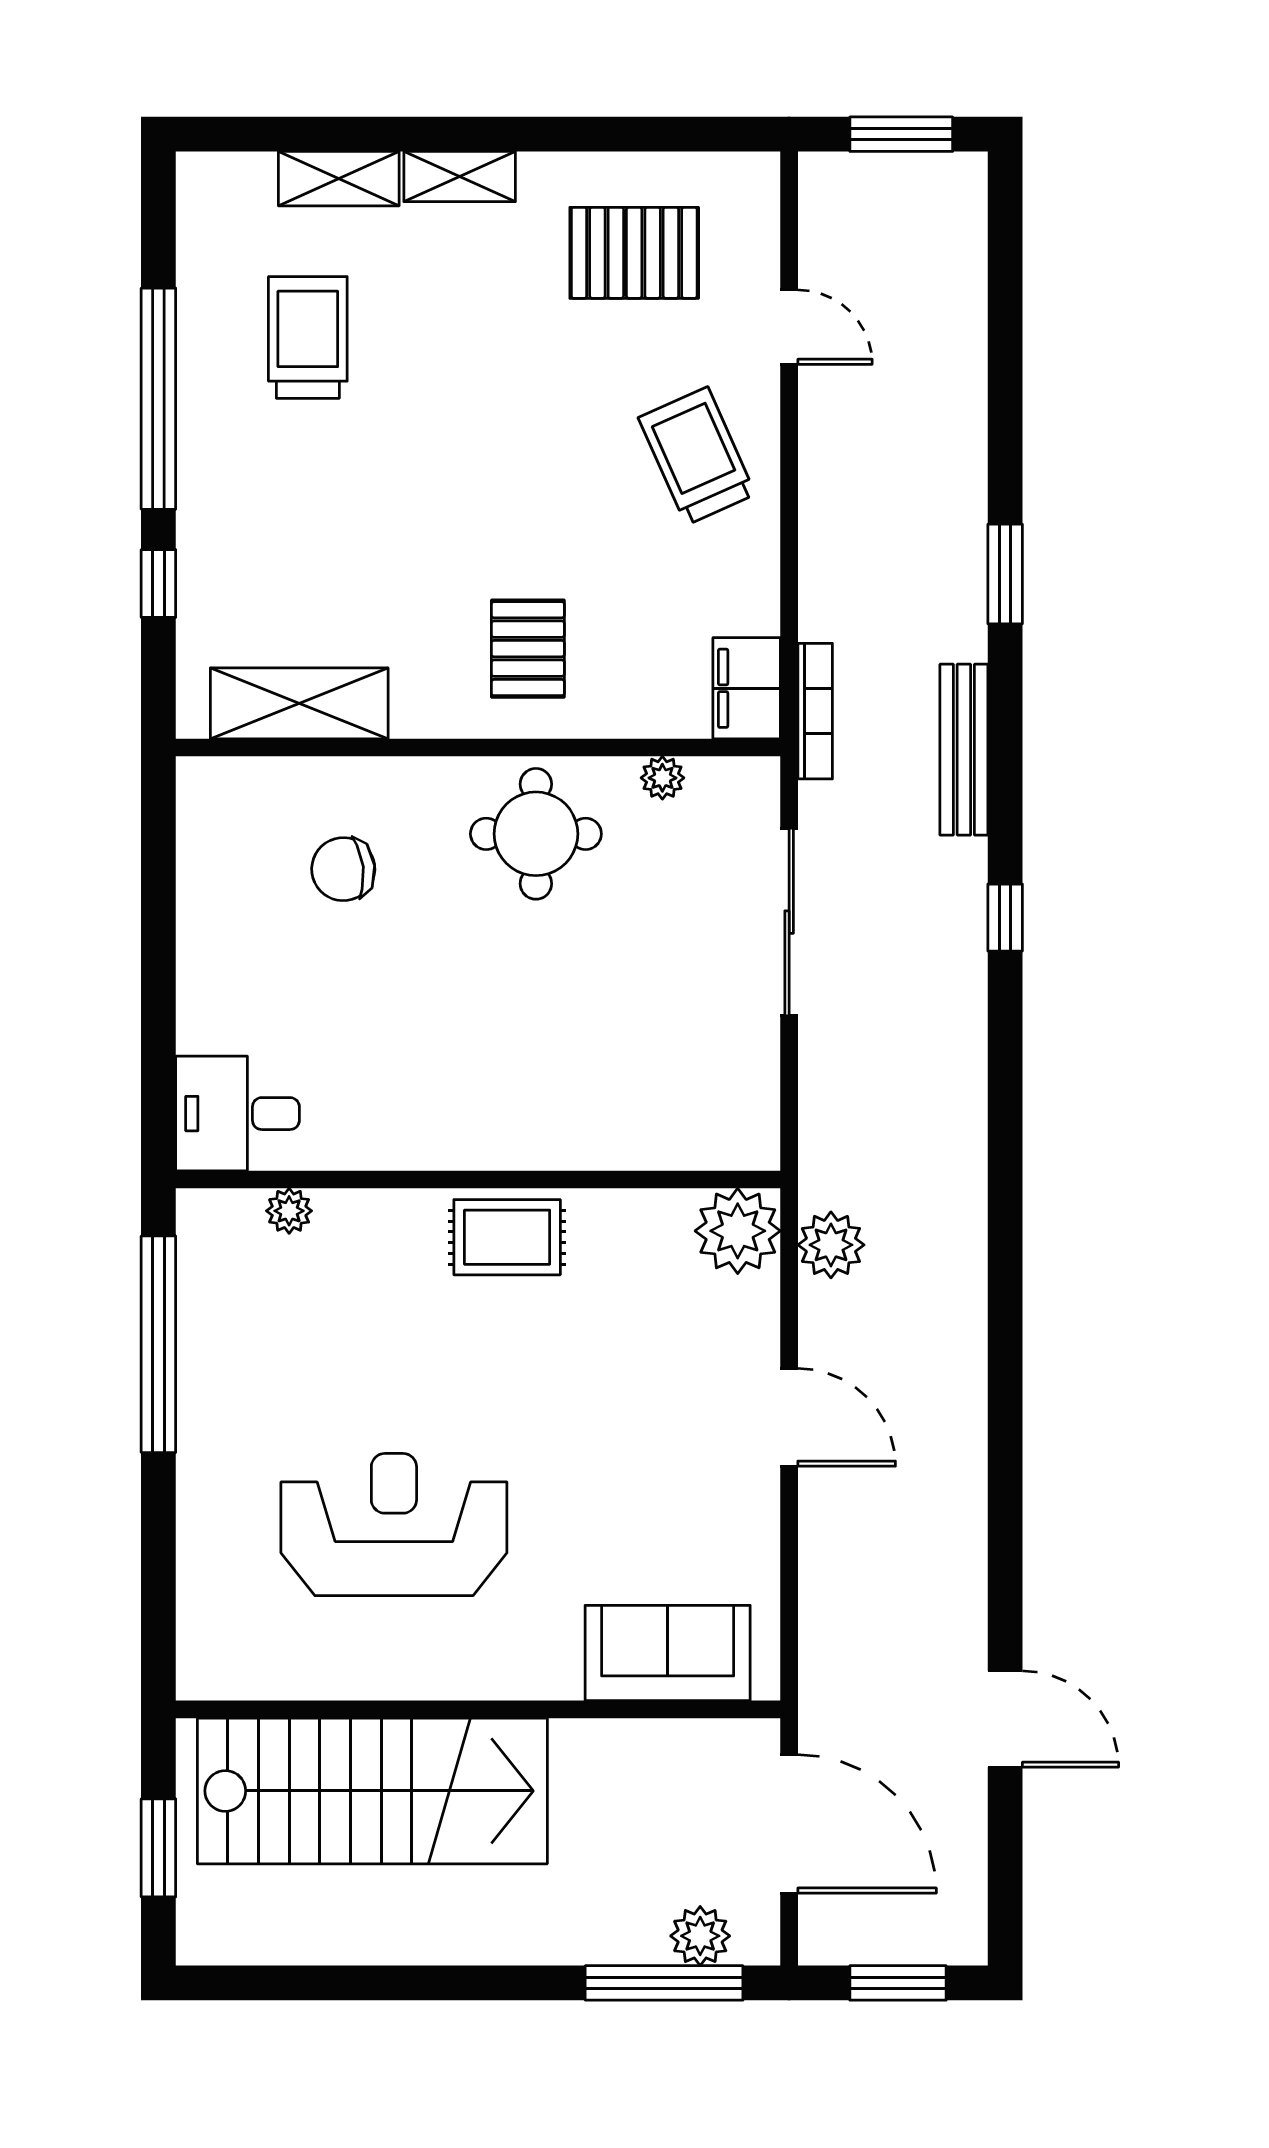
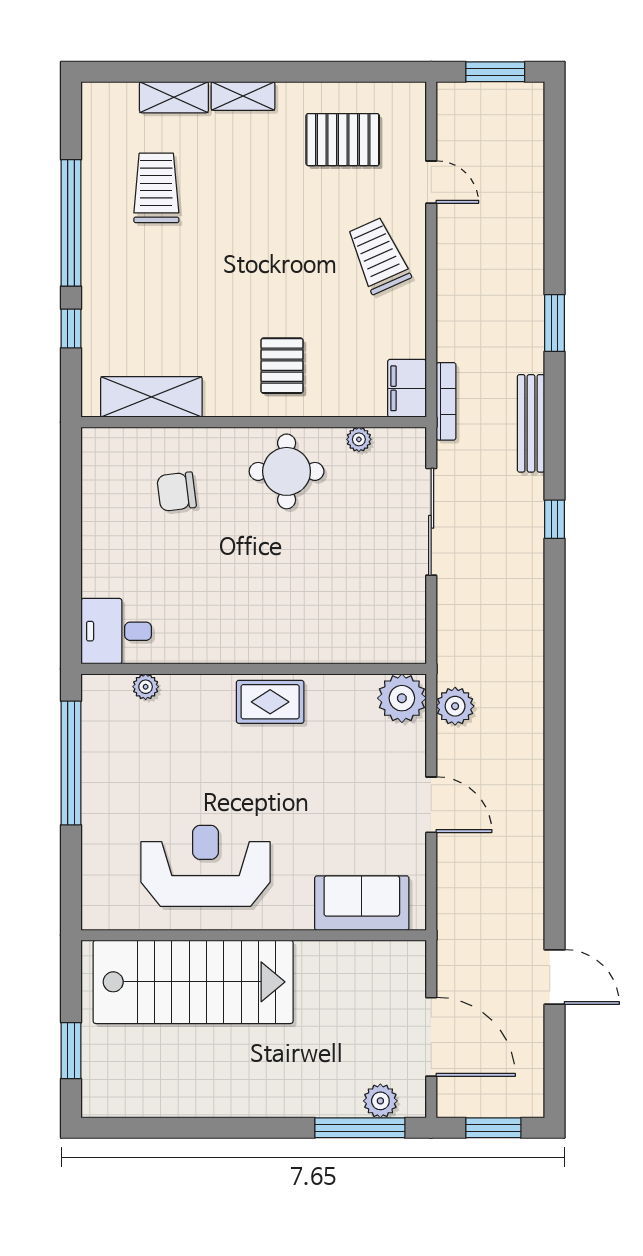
sofa: (668, 1653) -> (362, 903), moved
wall: (478, 1709) -> (254, 935), moved
stairs: (372, 1791) -> (193, 982), moved

